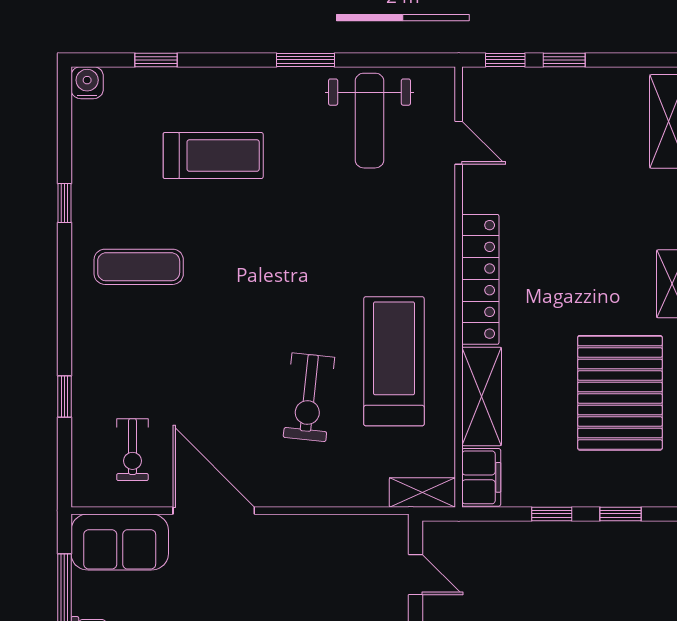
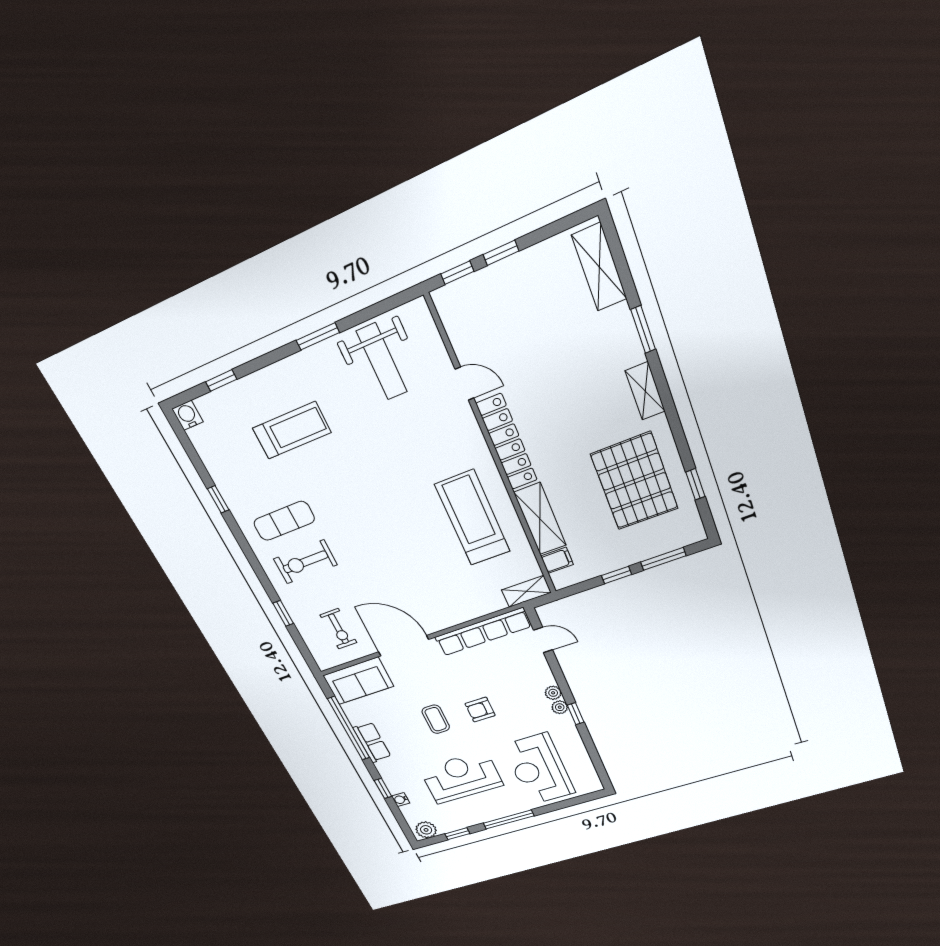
door: (459, 143) -> (464, 384), moved
exercise bike: (309, 397) -> (305, 562), moved, turned 84
filing cabinet: (481, 477) -> (557, 560), width x0.50
window: (621, 514) -> (663, 559), width x1.50
row of seats: (337, 531) -> (483, 632), added

